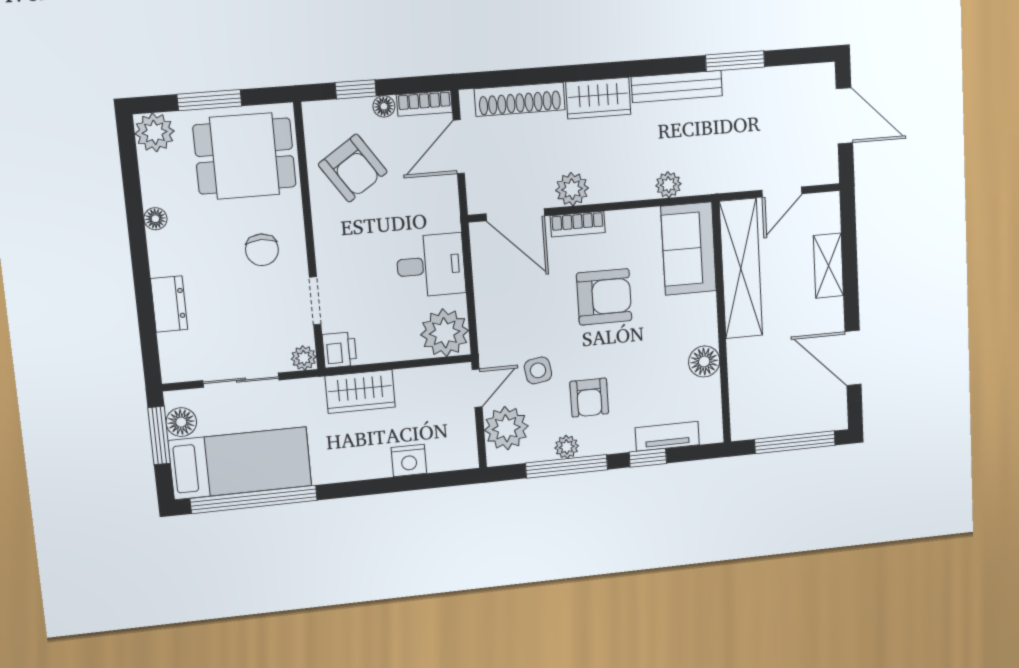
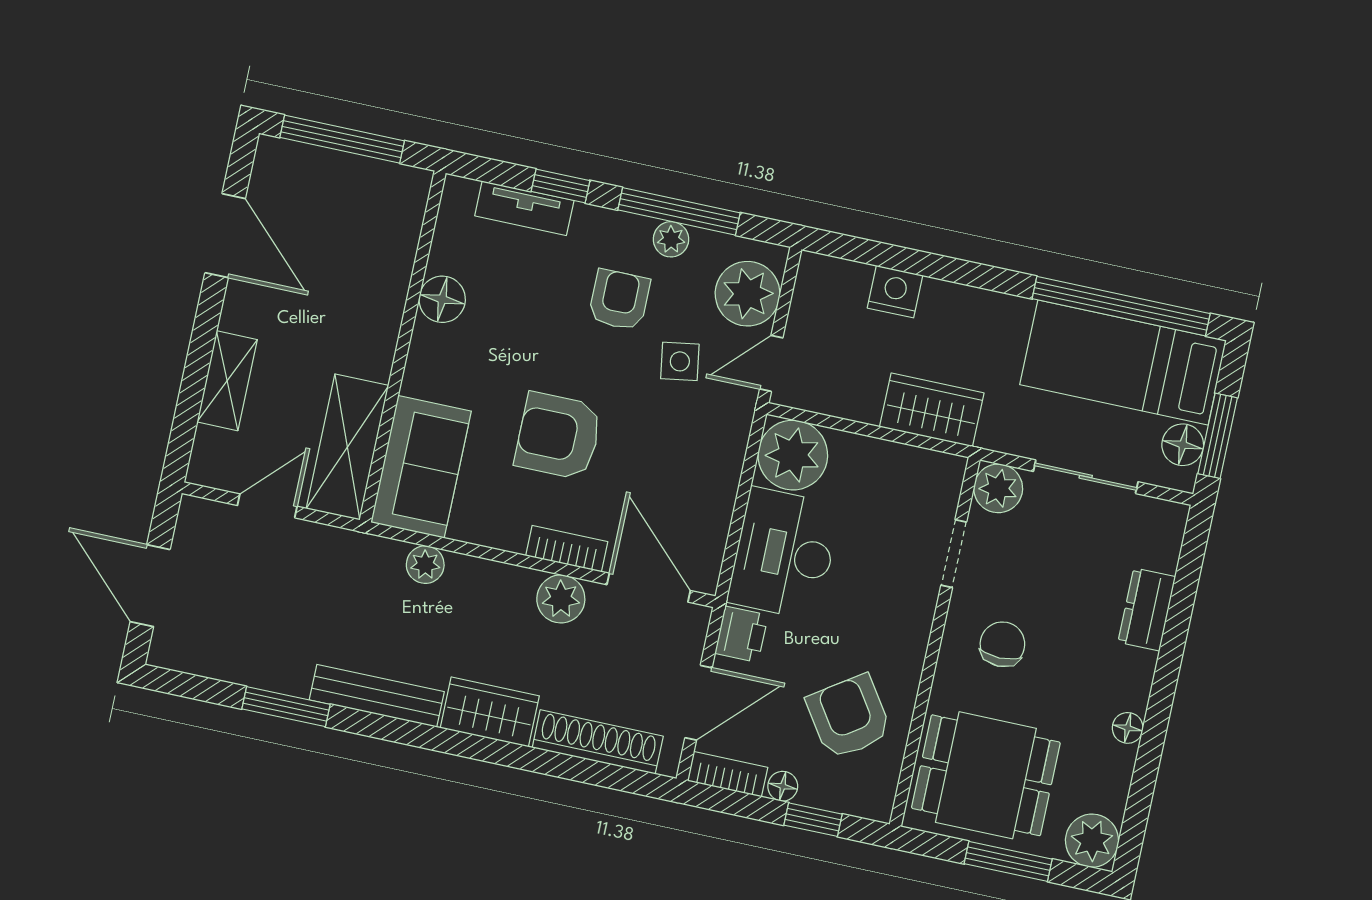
desk: (431, 265) -> (784, 554), width x1.37
shelving: (741, 269) -> (347, 447), width x0.68
printer: (339, 350) -> (741, 634), moved, turned 180
plant: (304, 358) -> (998, 488), width x1.38, depth x1.38

